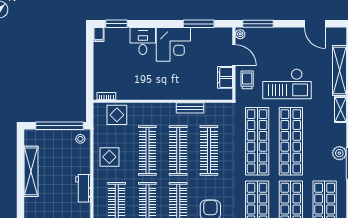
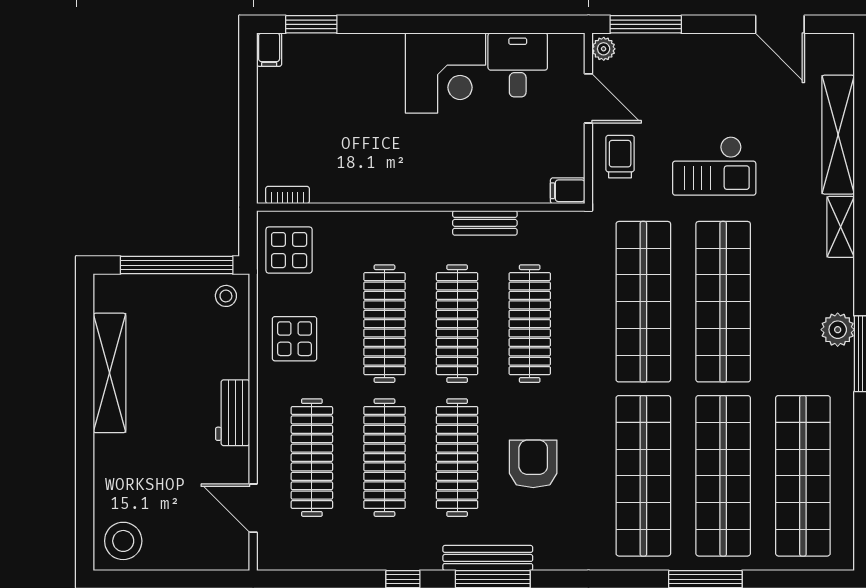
window: (199, 24) -> (505, 24), removed
desk: (143, 41) -> (518, 65), moved
filing cabinet: (225, 77) -> (568, 191), moved, width x0.50
checkout: (287, 84) -> (714, 166), width x0.73, depth x0.83
display table: (117, 115) -> (289, 250), moved

